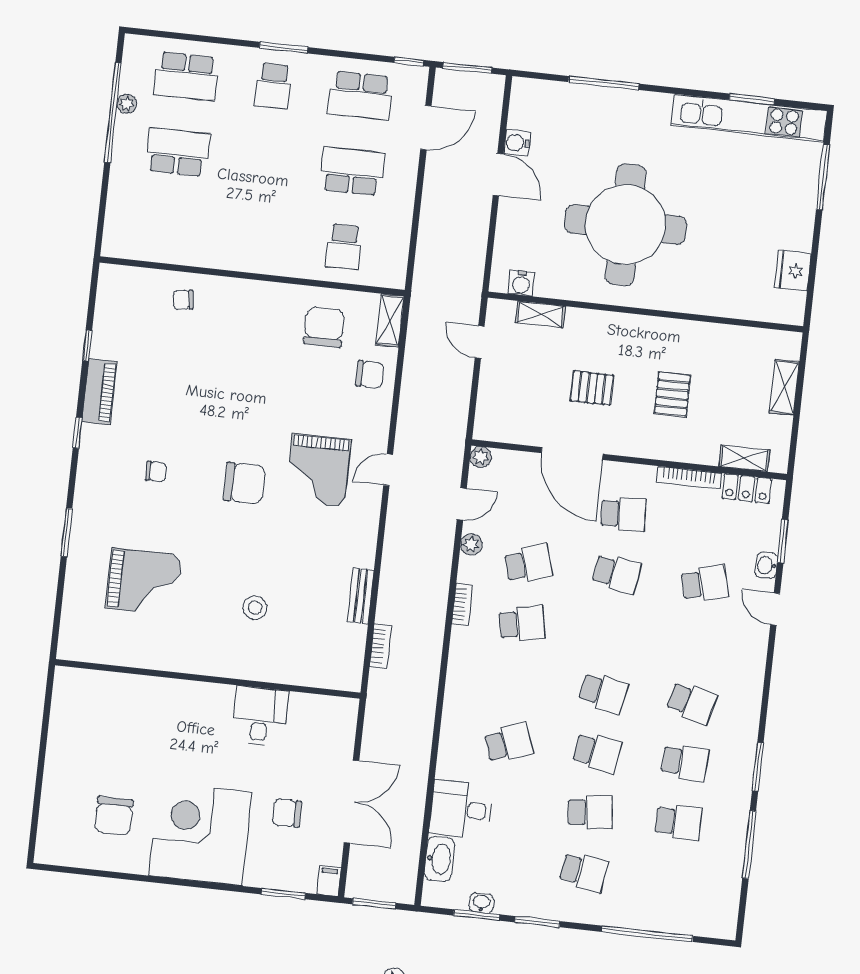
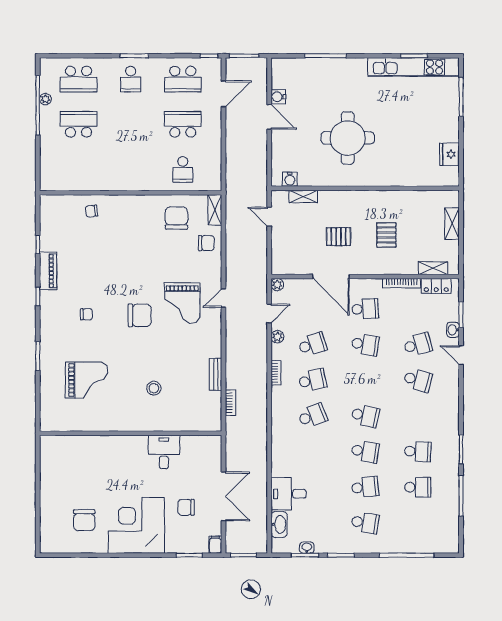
round table: (626, 225) -> (348, 138), width x0.73, depth x0.73
school desk: (692, 703) -> (418, 380), moved
school desk: (509, 743) -> (312, 416), moved

